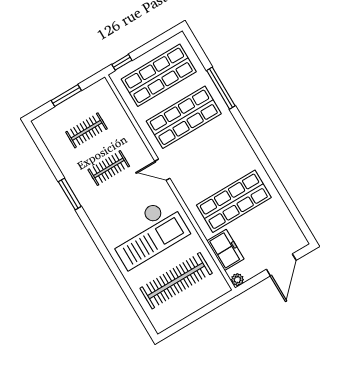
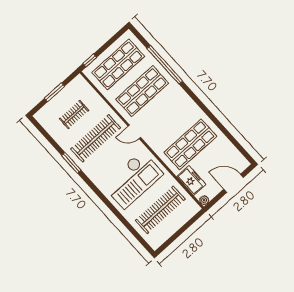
window: (221, 88) -> (165, 65), width x1.46
clothes rail: (109, 168) -> (96, 138), width x1.86, depth x1.31
door: (281, 265) -> (234, 183), swing flipped

